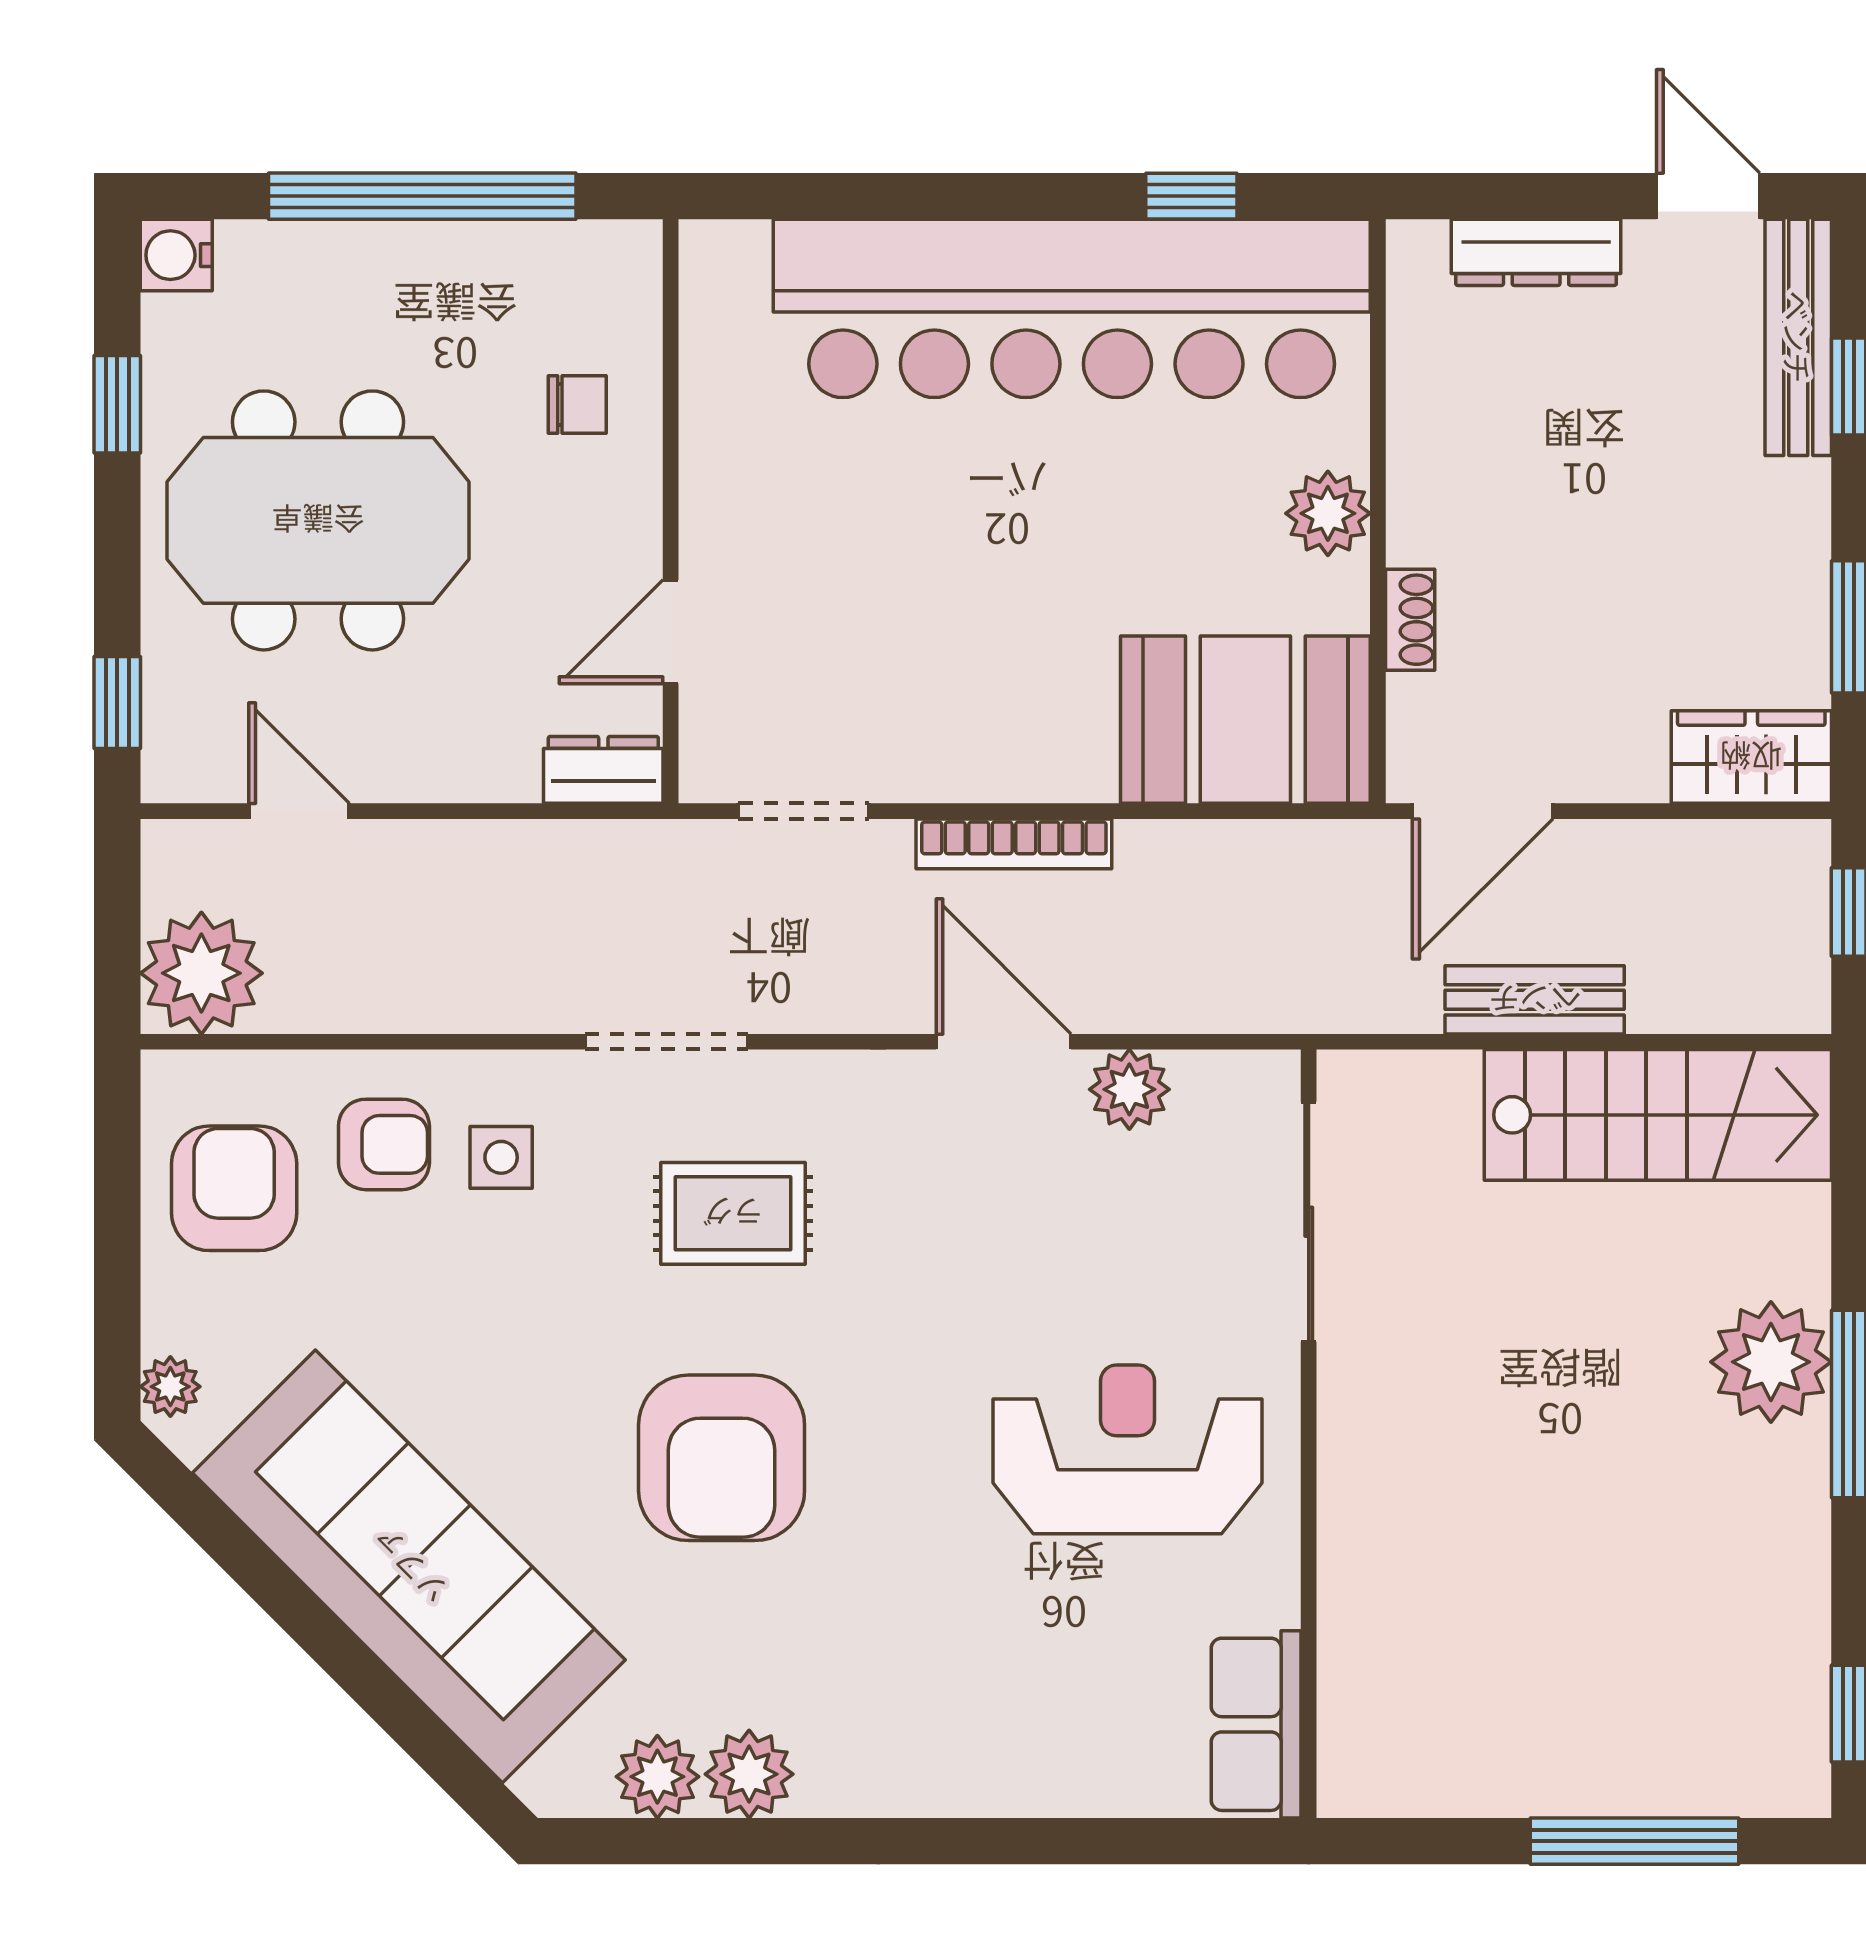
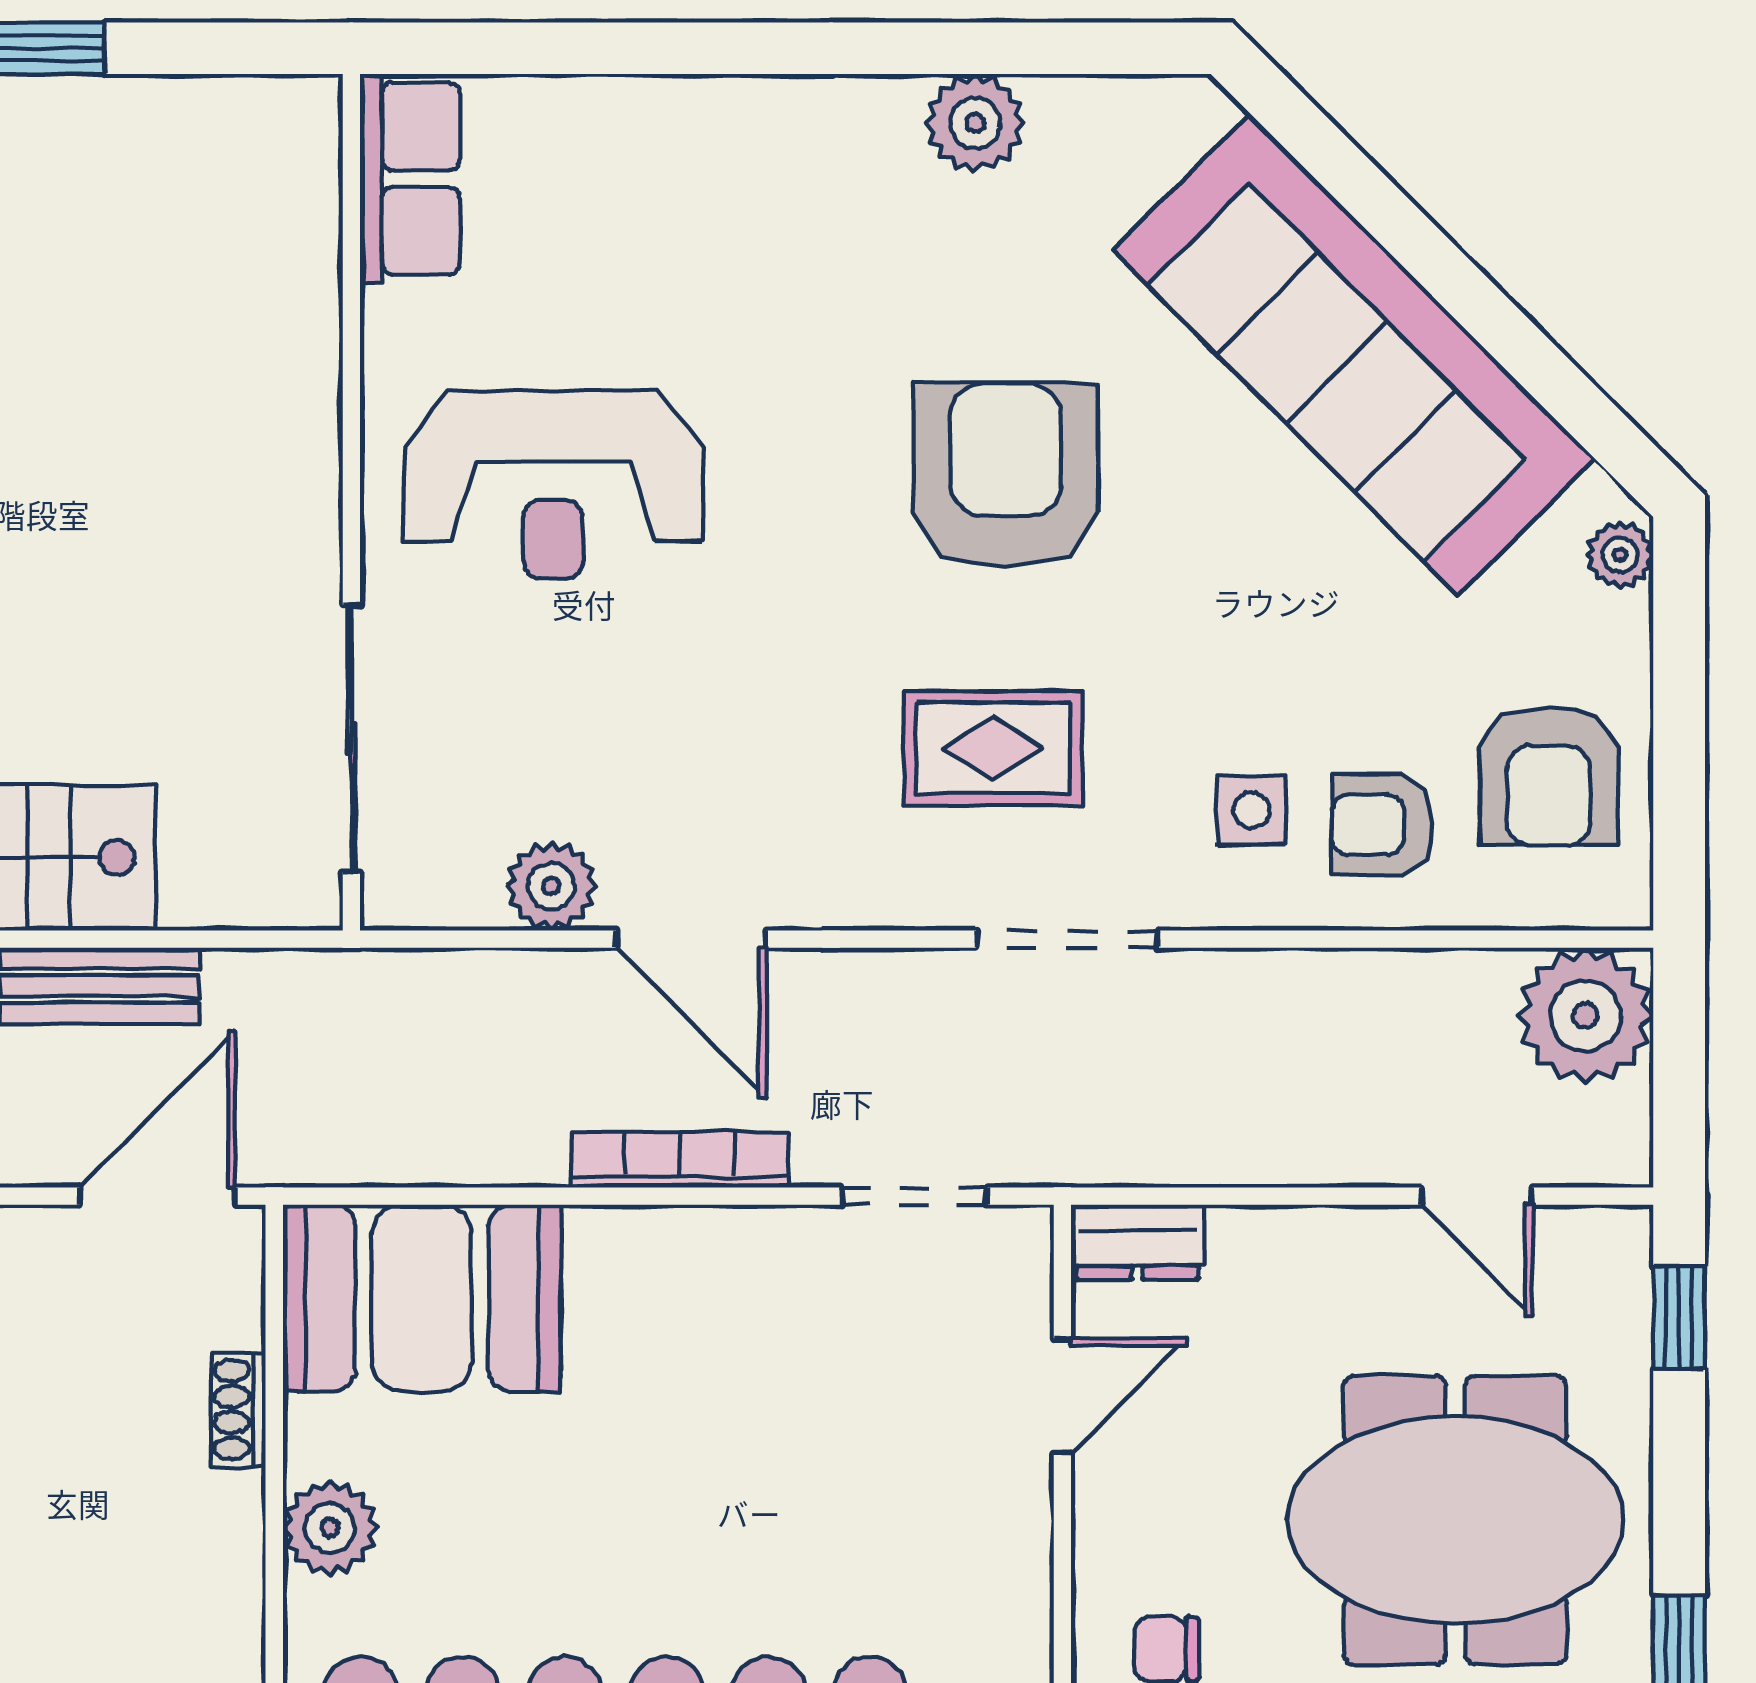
plant: (657, 1777) -> (1077, 120), removed

